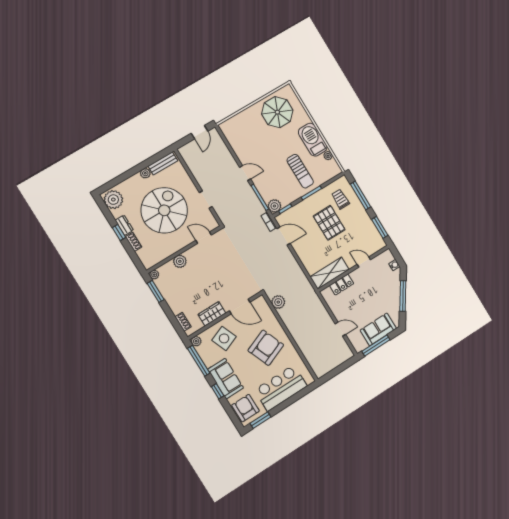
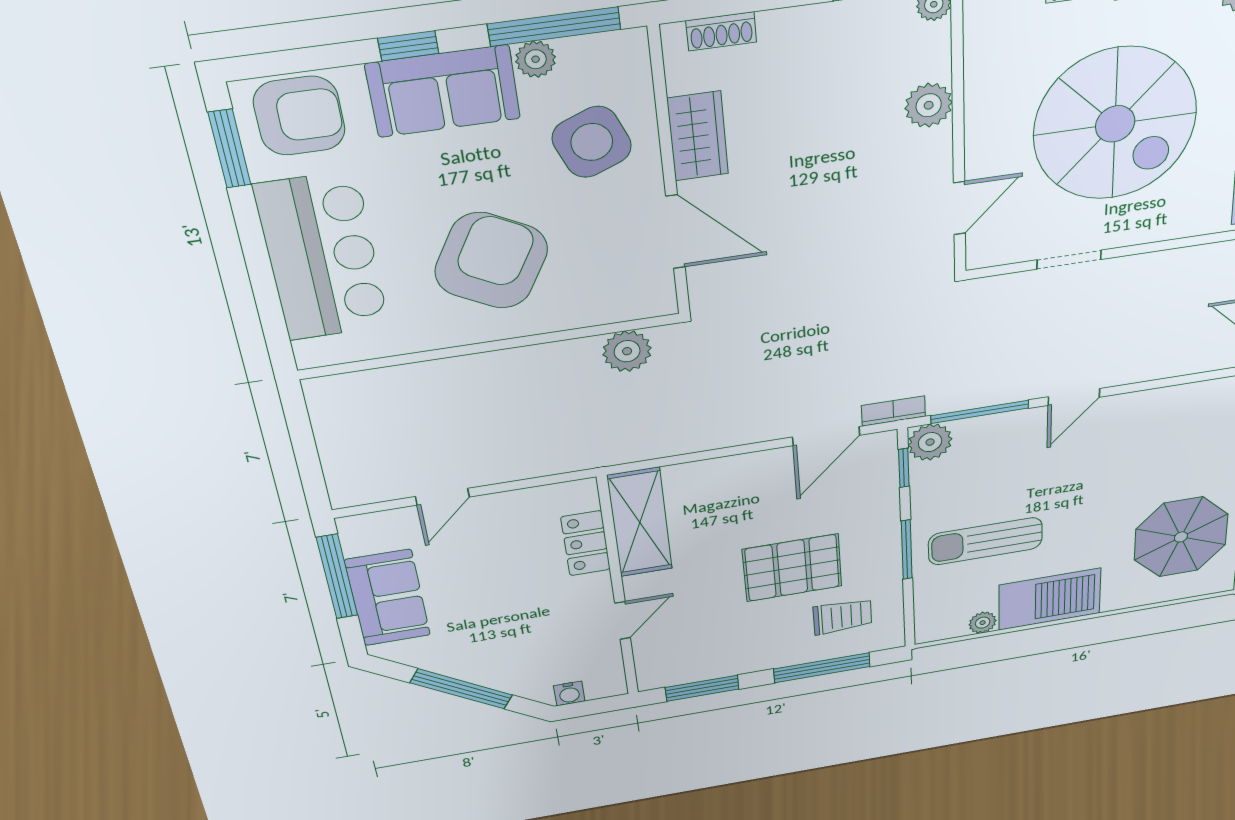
door: (240, 306) -> (675, 232), swing flipped
plant: (196, 341) -> (536, 59), moved
armchair: (266, 348) -> (491, 261), turned -129

